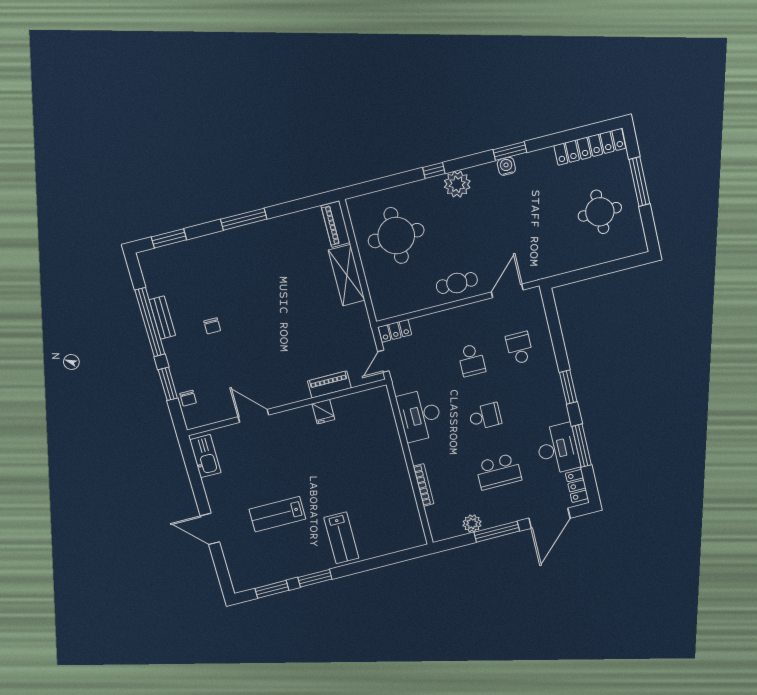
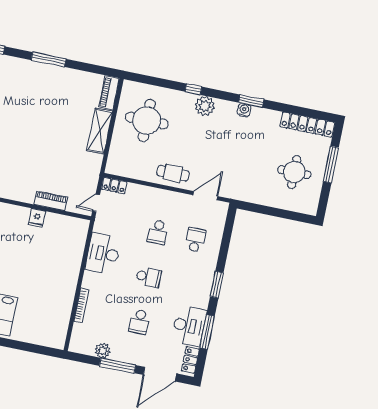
school desk: (499, 472) -> (139, 322), width x0.54

